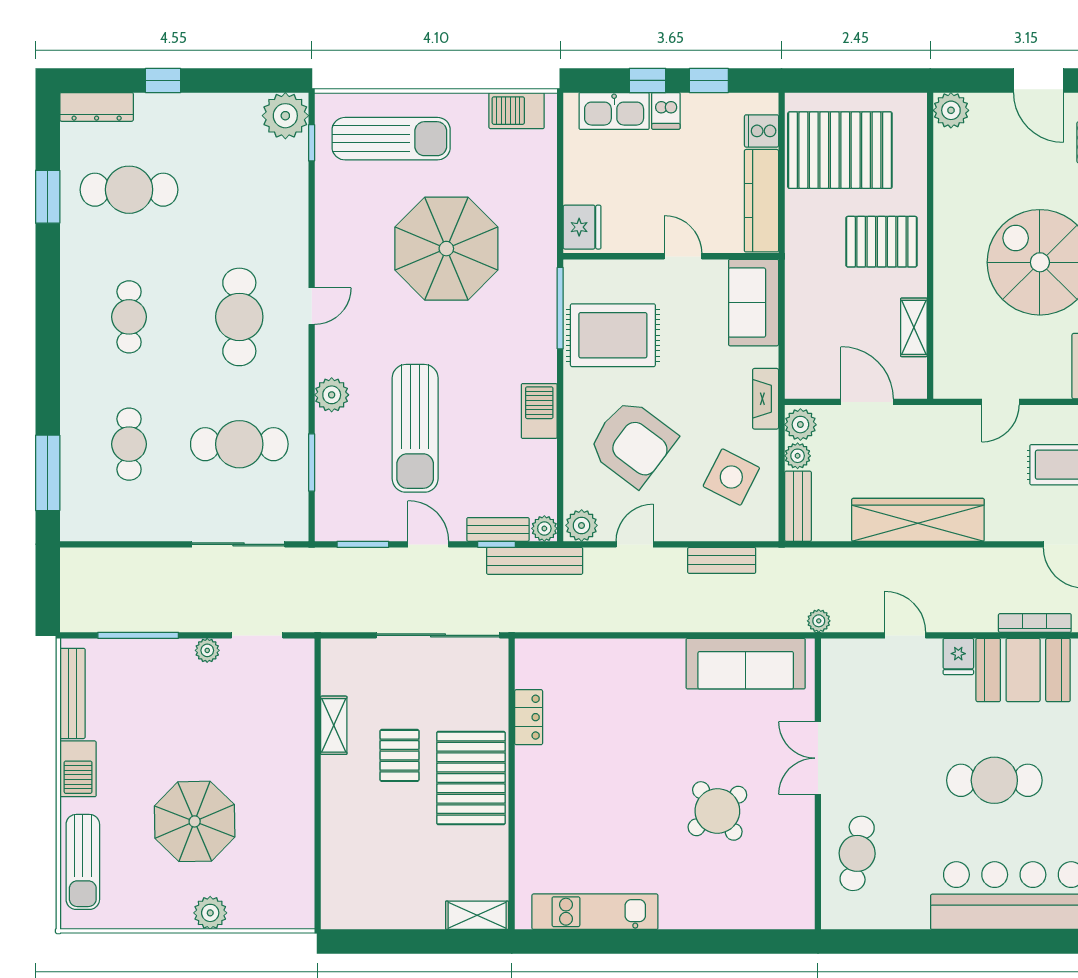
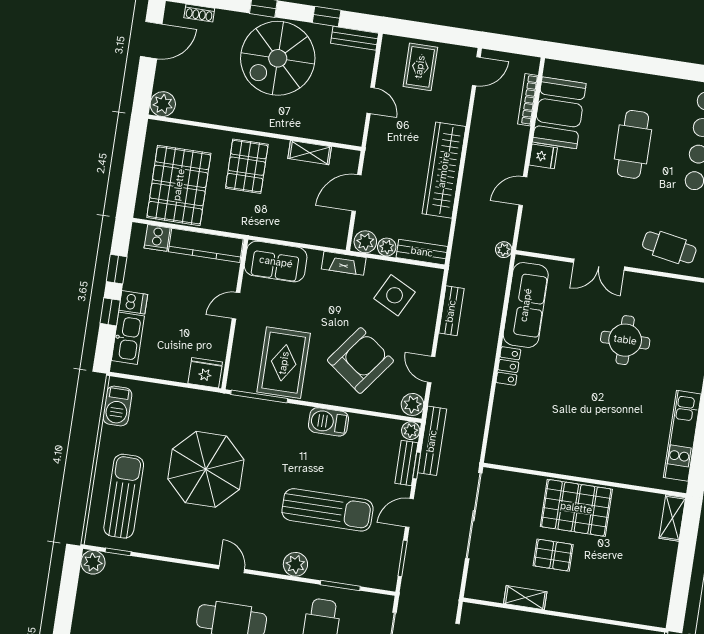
plant: (285, 116) -> (93, 562), width x0.73, depth x0.73
locker: (529, 717) -> (508, 366), moved, turned 90
round table: (717, 811) -> (625, 340), turned 38

